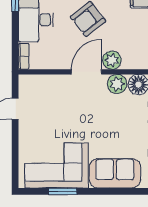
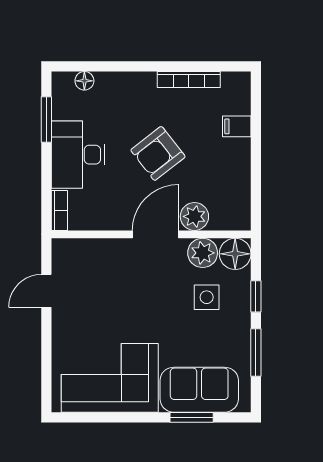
side table: (120, 113) -> (207, 297), added
window: (63, 191) -> (192, 417), moved

